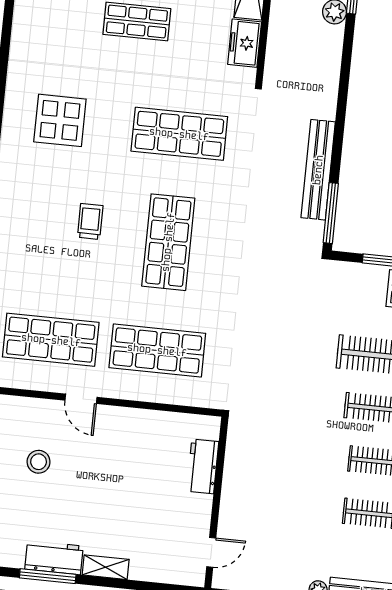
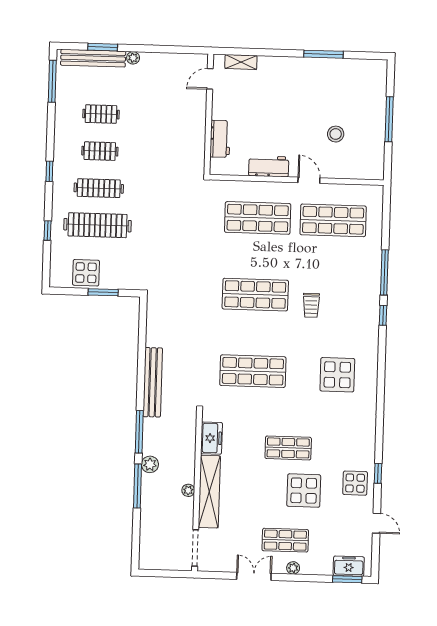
bench: (318, 170) -> (153, 382), moved
window: (331, 213) -> (139, 432), moved
shop shelf: (168, 242) -> (255, 295), turned 90
workbench: (54, 558) -> (269, 166), moved, turned 180
shelving: (106, 567) -> (241, 62), moved

